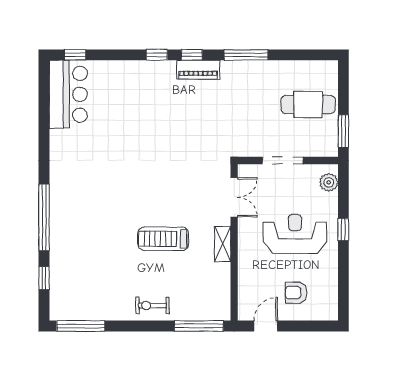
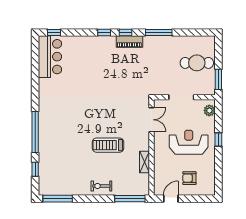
shelving: (223, 244) -> (144, 162), moved

